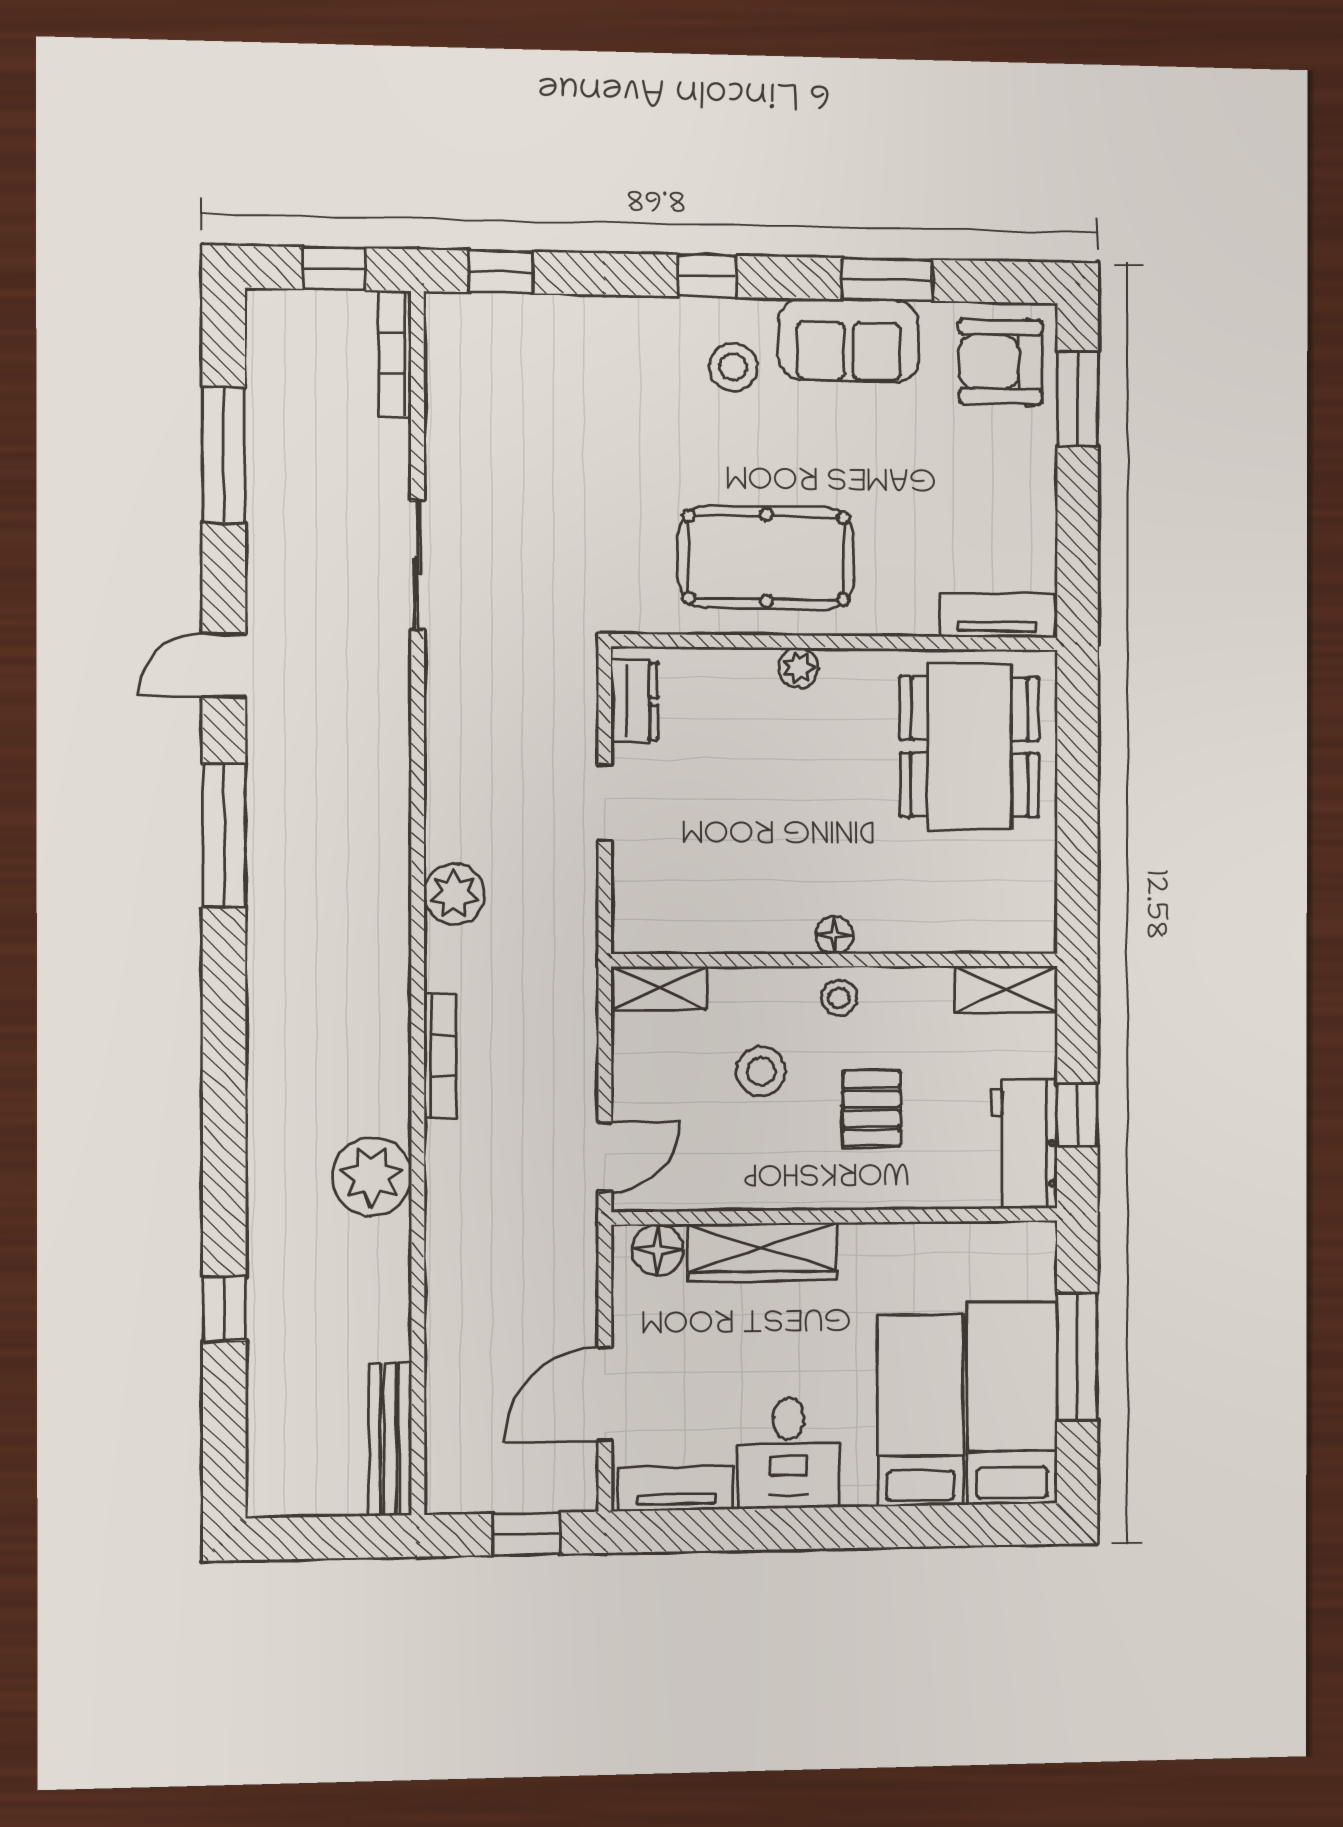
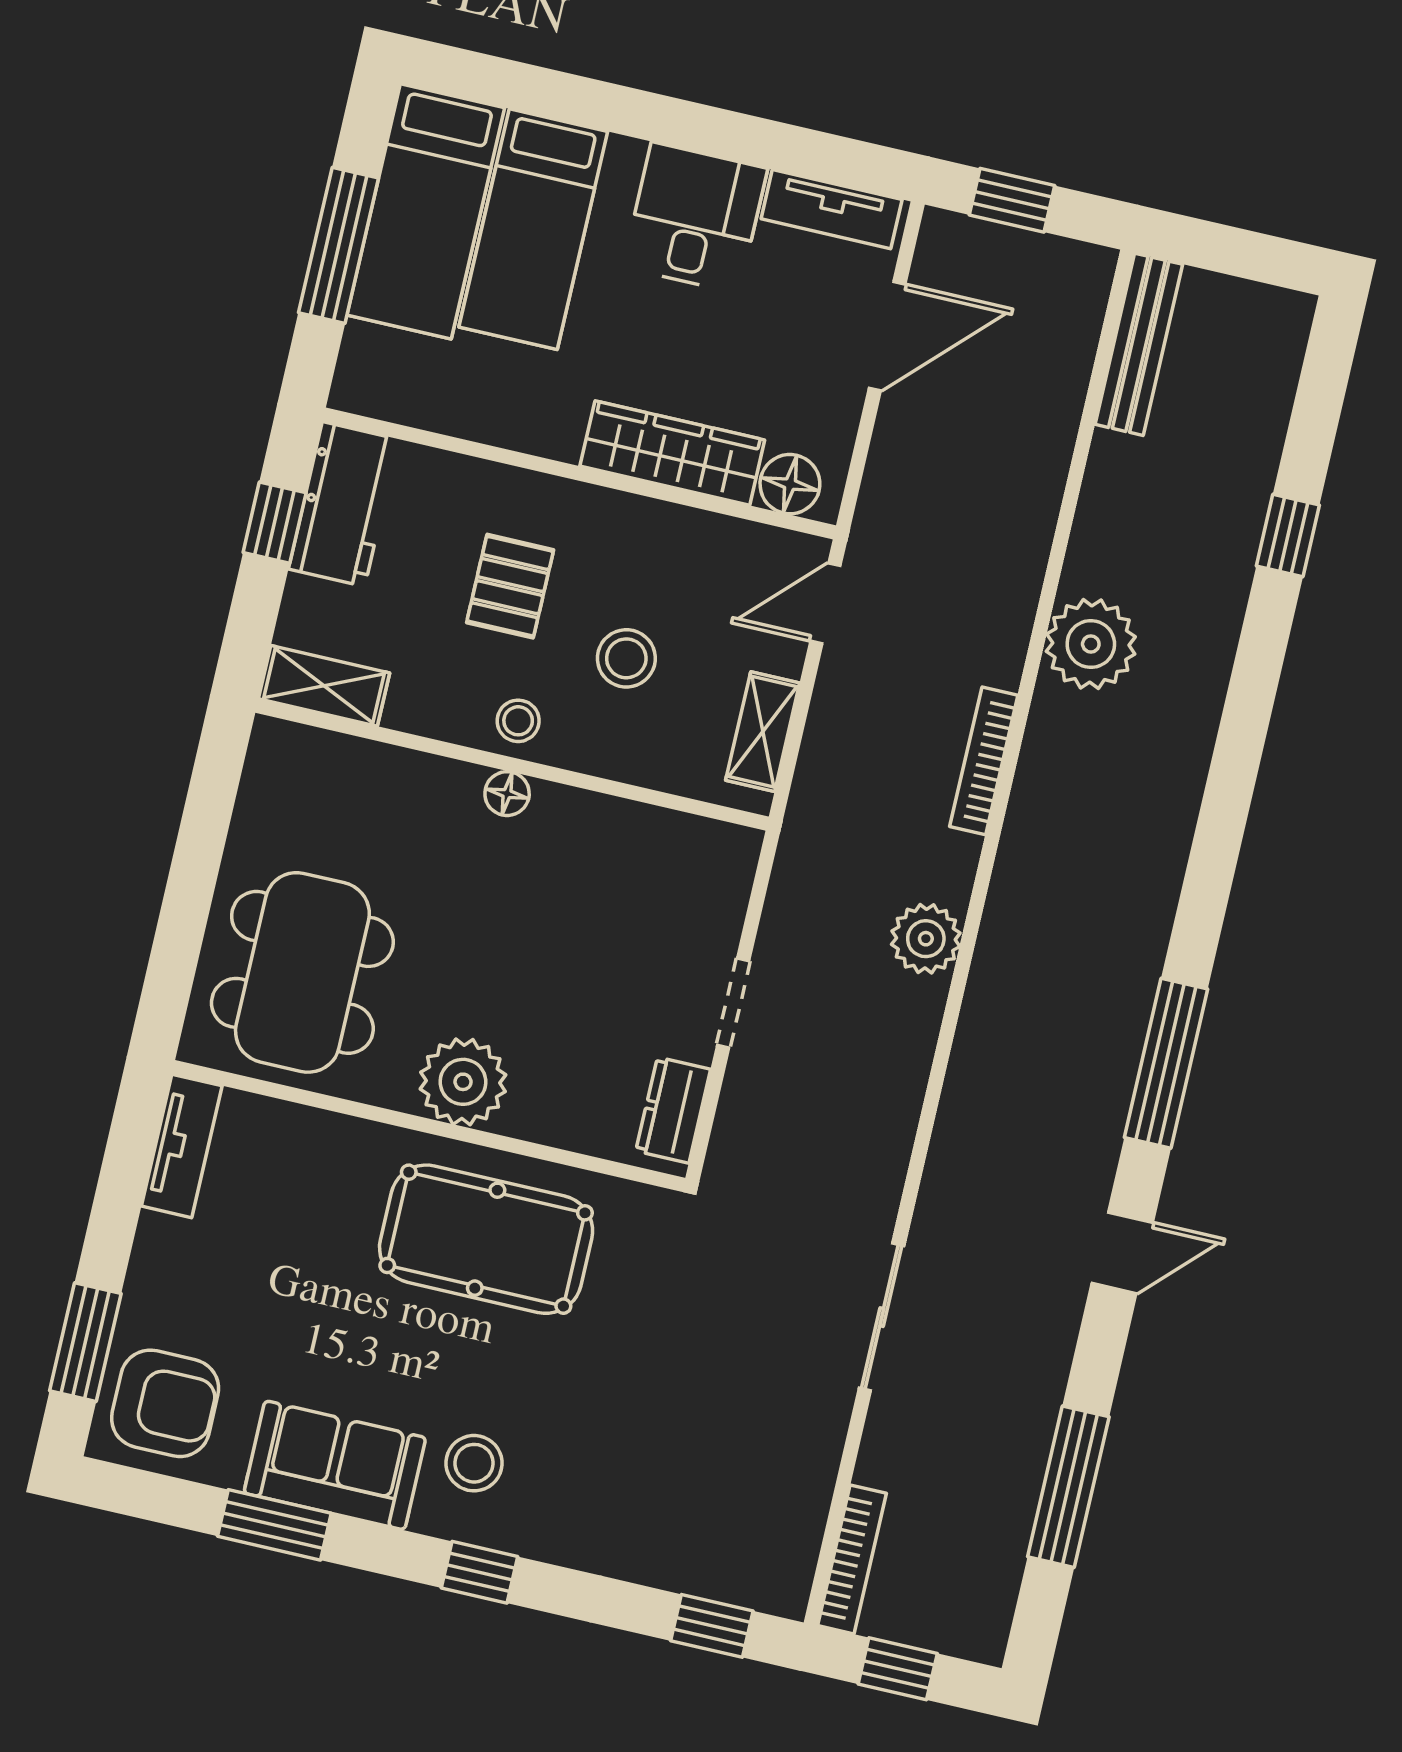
tv unit: (997, 615) -> (182, 1146), moved, turned -90
plant: (798, 668) -> (463, 1082), width x1.88, depth x1.88
shelving: (659, 988) -> (763, 732), moved, turned 90

